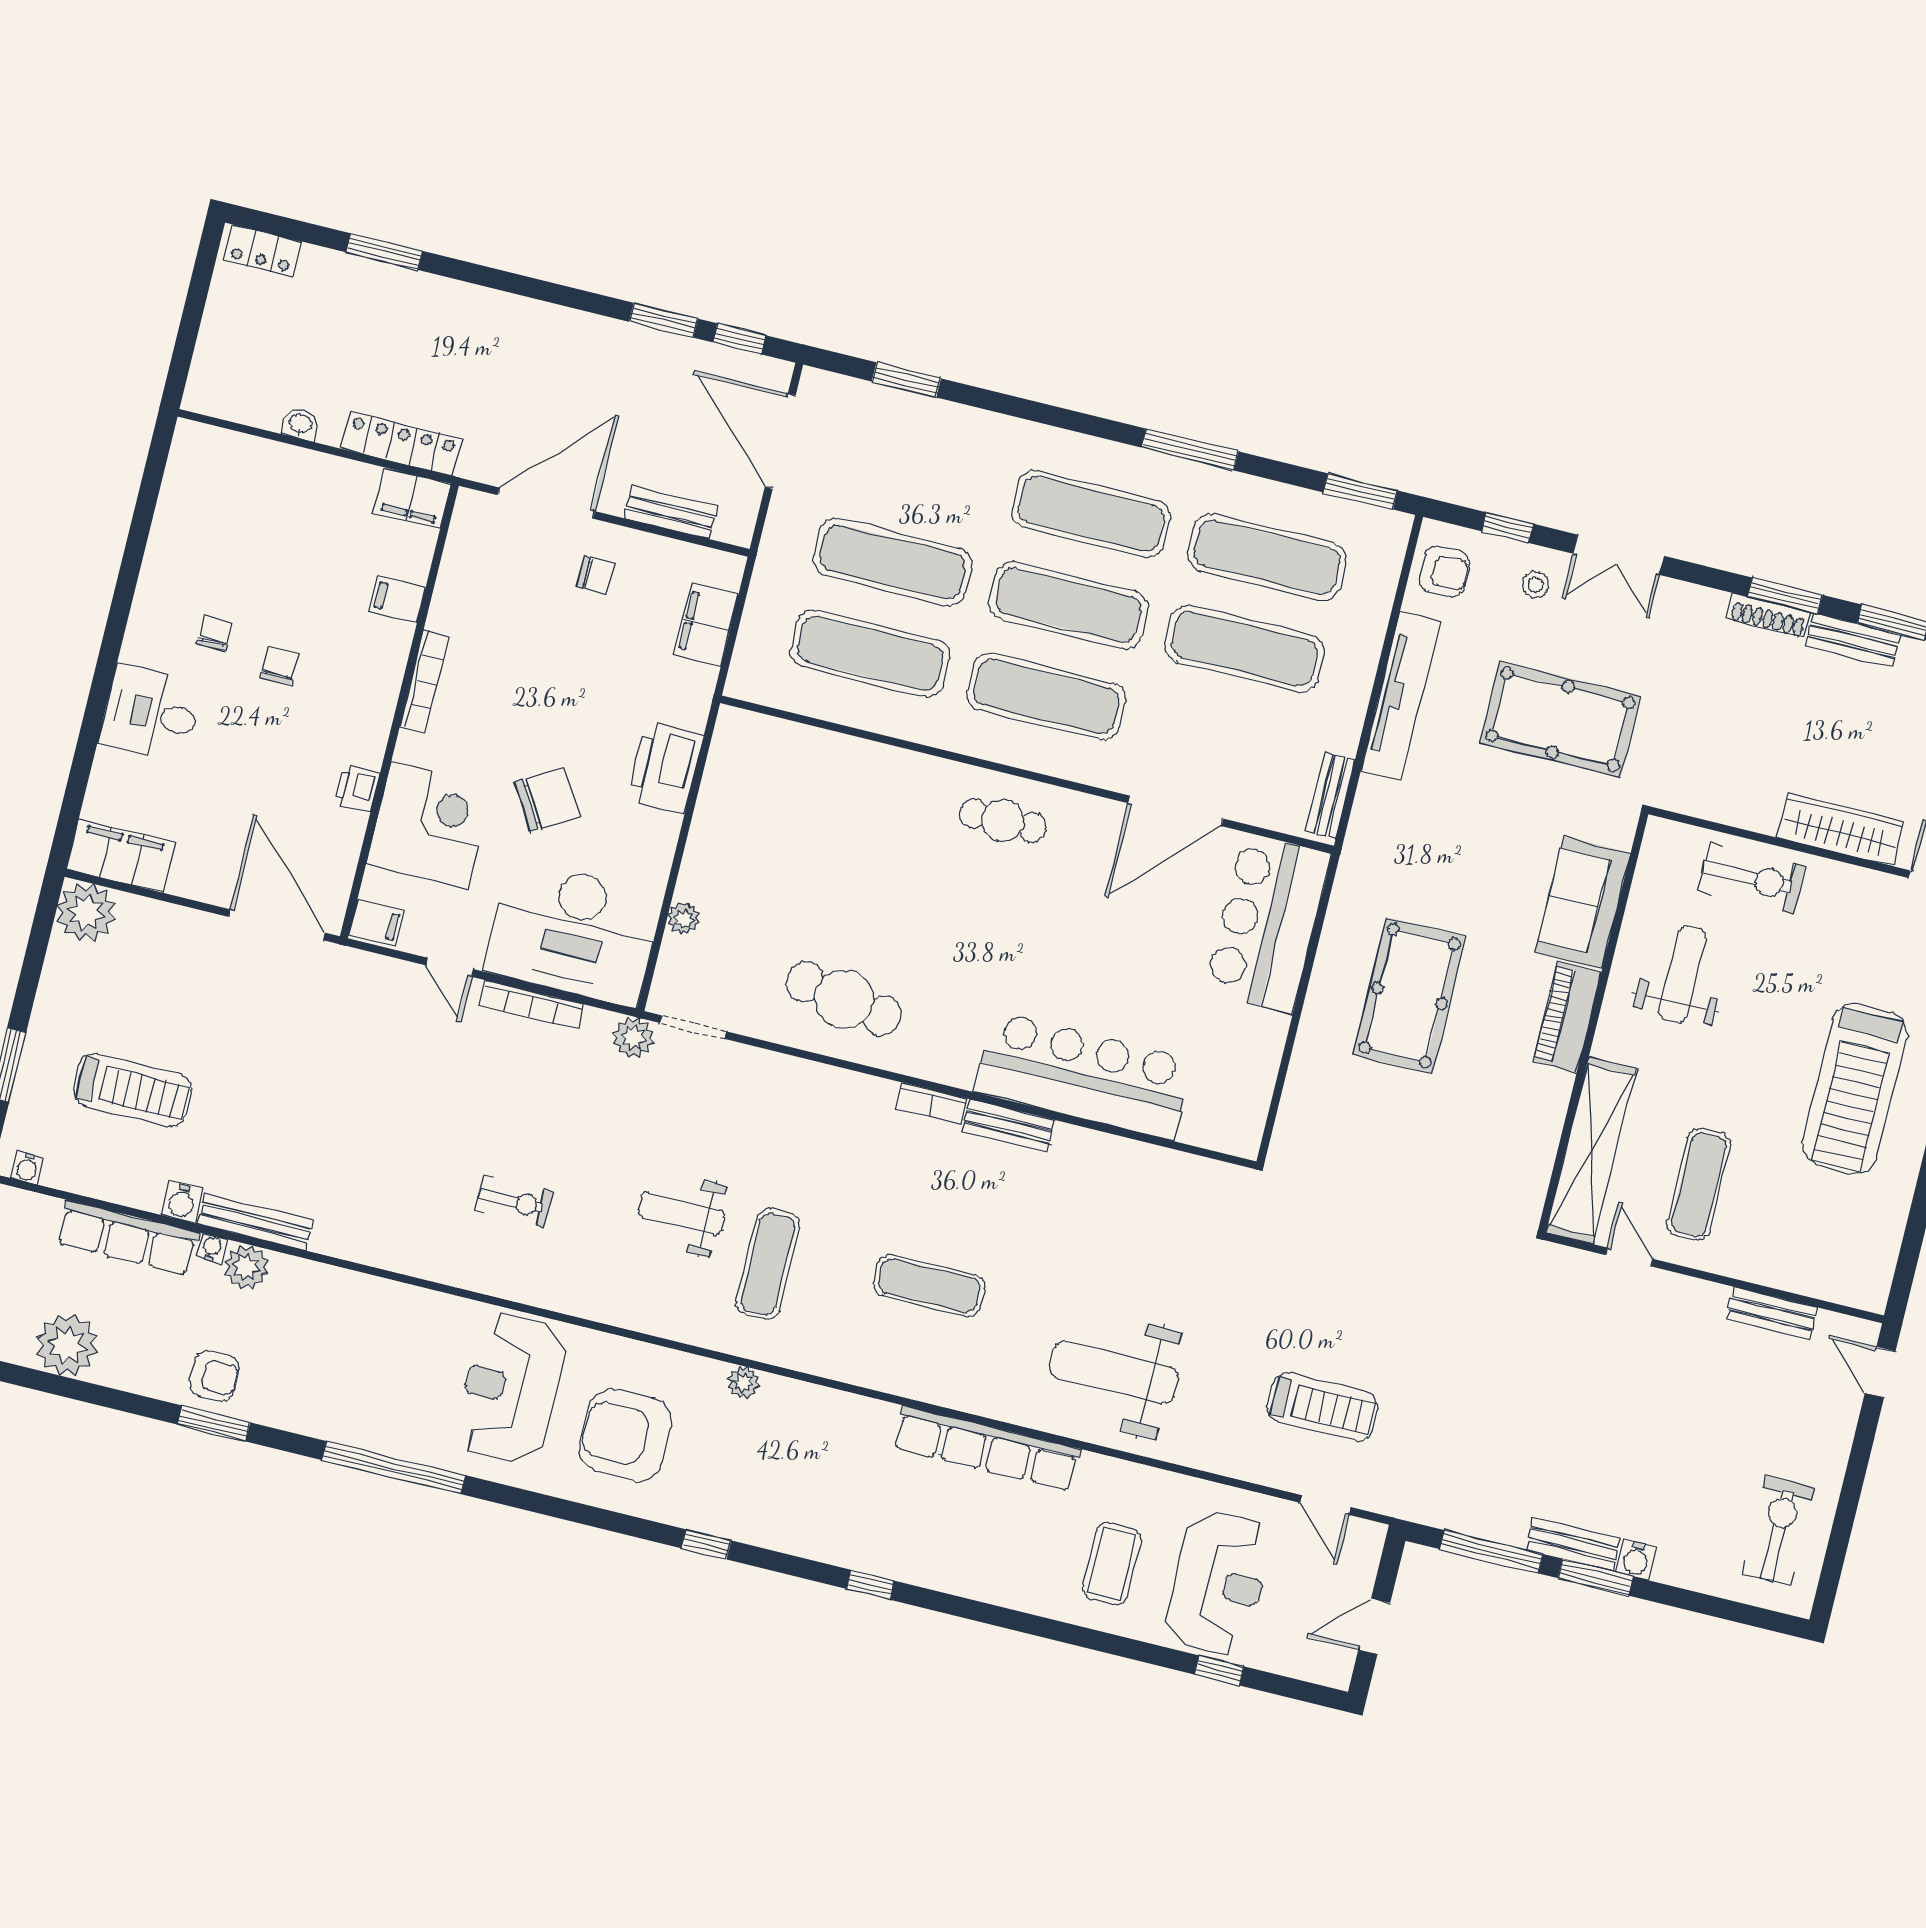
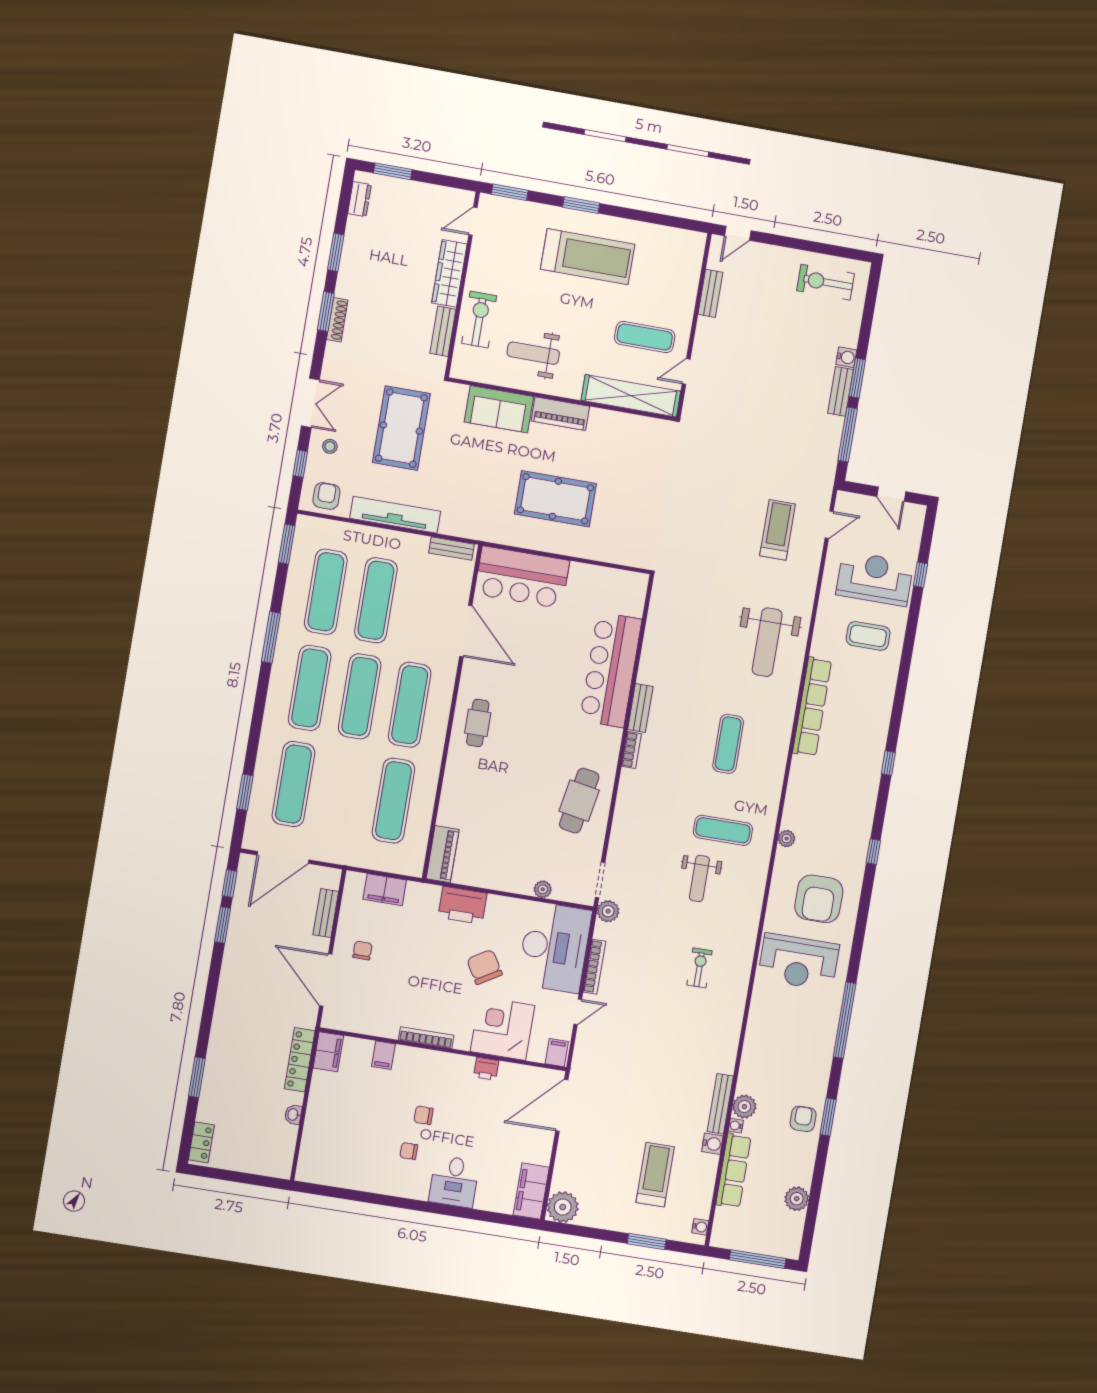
exercise mat: (893, 562) -> (293, 784), moved
bench: (1853, 640) -> (443, 331), moved
piano: (764, 737) -> (443, 854), added
plant: (67, 1345) -> (797, 1199), width x0.73, depth x0.73

